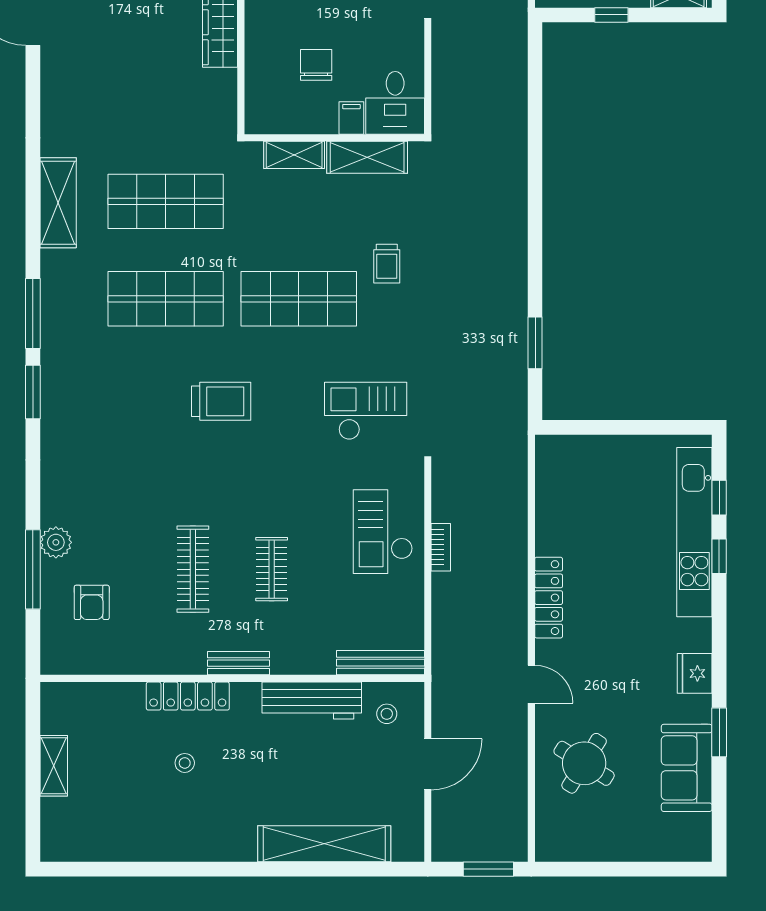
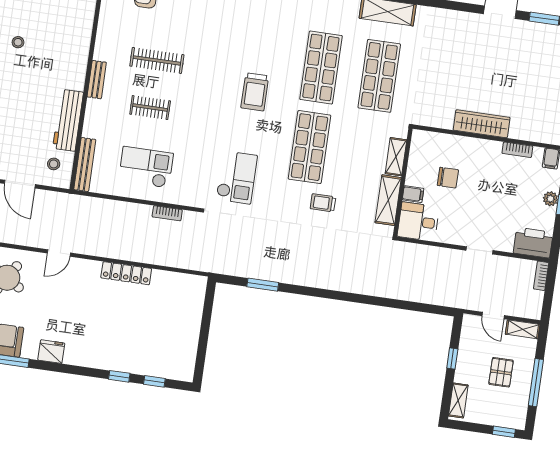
checkout: (383, 532) -> (146, 167), moved
kitchen unit: (694, 532) -> (136, 364), removed
bookcase: (441, 547) -> (167, 213), moved
locker: (549, 598) -> (126, 273), moved
locker: (188, 696) -> (81, 46), removed
stool: (185, 763) -> (18, 42), moved

